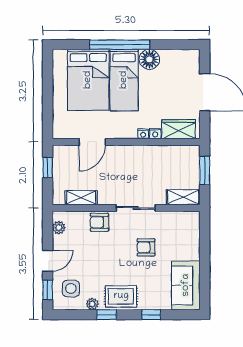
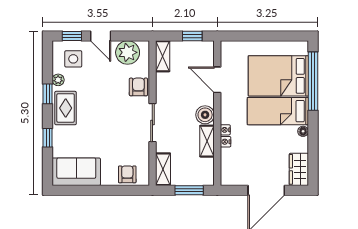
window: (120, 45) -> (313, 81), moved
floor lamp: (149, 59) -> (303, 131), width x0.53, depth x0.53
wardrobe: (179, 129) -> (299, 169), moved, turned 180
shelving: (155, 152) -> (207, 141), added
boiler: (128, 154) -> (205, 115), added
shelving: (81, 198) -> (163, 56), moved
plant: (59, 228) -> (128, 52), width x1.88, depth x1.88
armchair: (146, 247) -> (127, 174), moved

